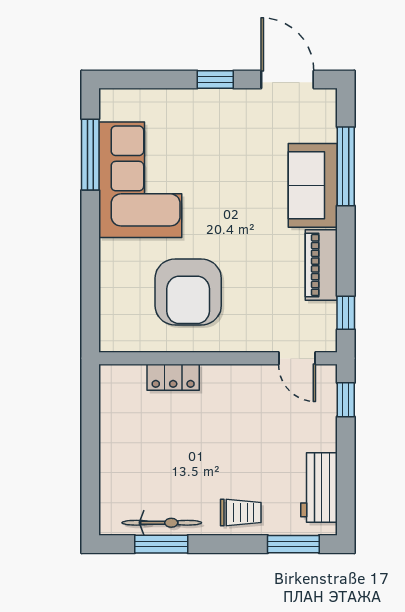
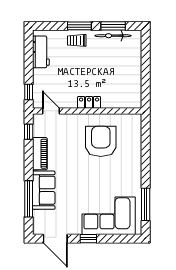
corner sofa: (140, 180) -> (109, 216), moved, turned 90
locker: (173, 377) -> (89, 102), moved
window: (293, 544) -> (79, 26), moved

